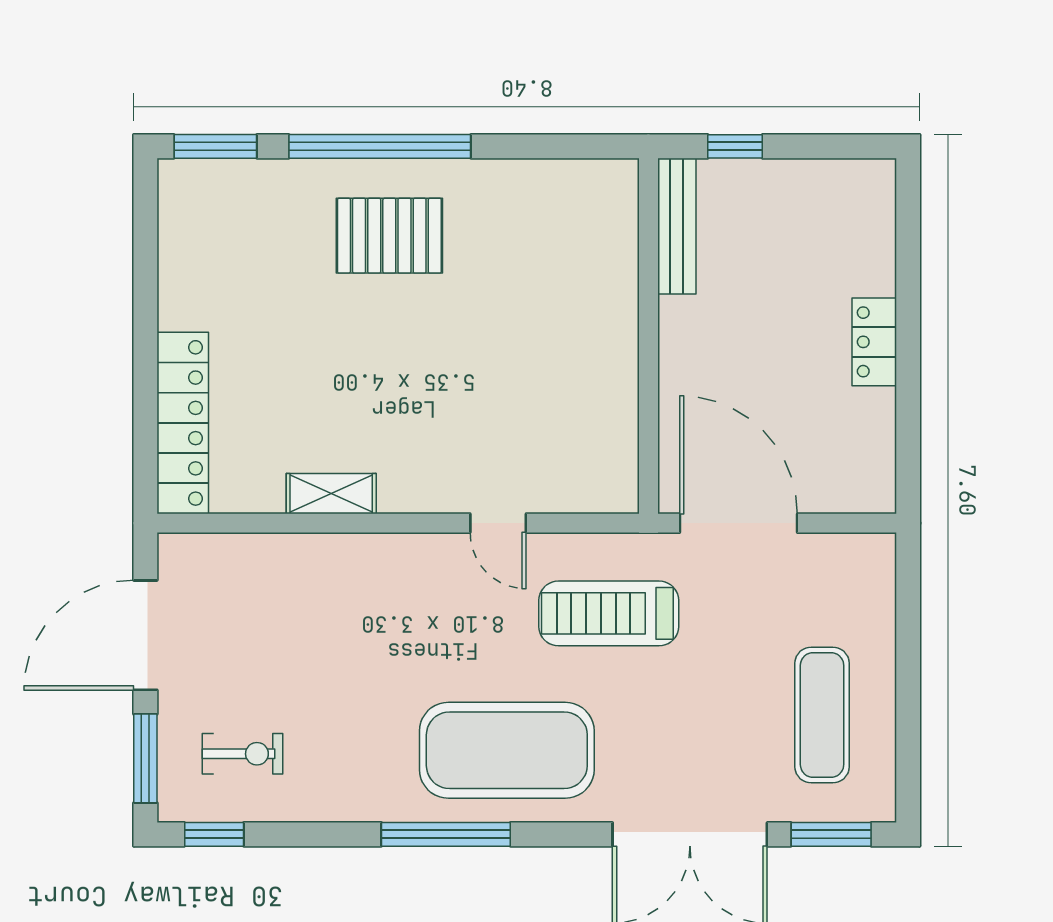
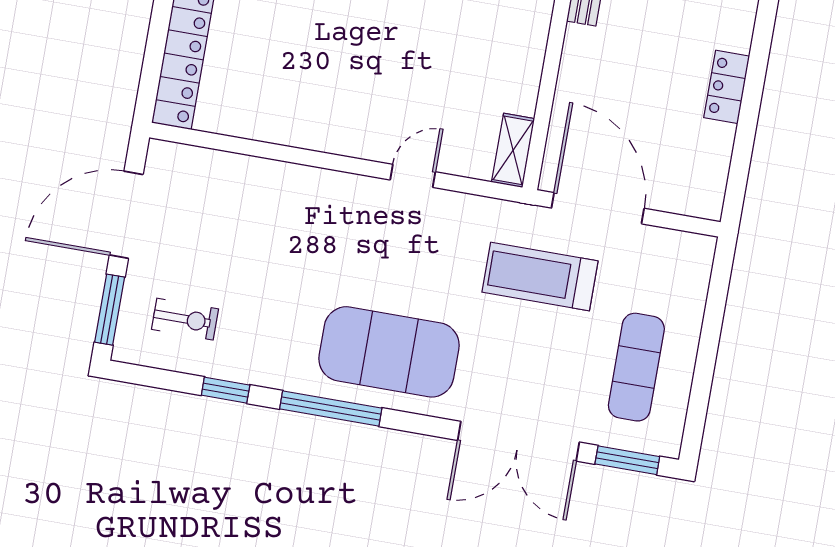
shelving: (331, 494) -> (513, 150), moved, turned 90
door: (498, 523) -> (413, 176), swing flipped
treadmill: (609, 613) -> (540, 277), moved
window: (214, 834) -> (226, 390), moved

